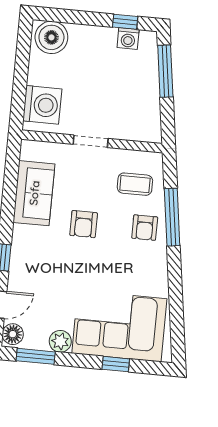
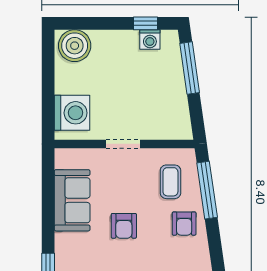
coffee table: (135, 184) -> (170, 182), turned 90
window: (172, 217) -> (207, 190), moved

